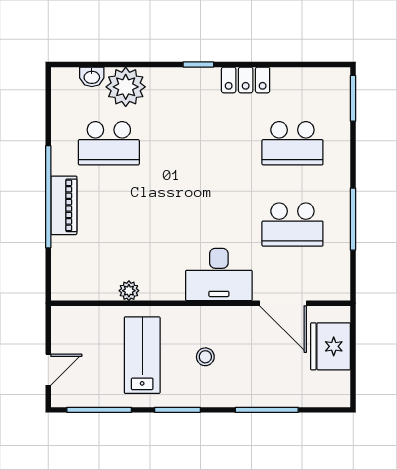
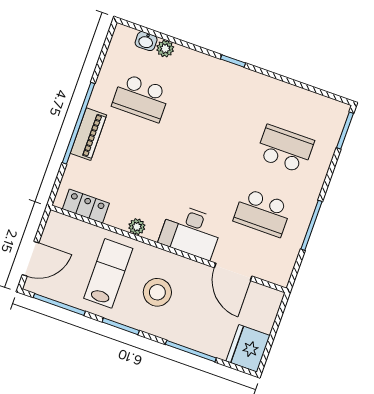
locker: (246, 80) -> (86, 206), moved, turned 180
plant: (126, 87) -> (165, 49), width x0.53, depth x0.53
school desk: (292, 143) -> (285, 149), turned 180
plant: (129, 291) -> (137, 227), moved
fridge: (331, 346) -> (248, 348), moved
stool: (205, 357) -> (157, 292), width x1.89, depth x1.89
door: (48, 370) -> (31, 259), width x1.38

